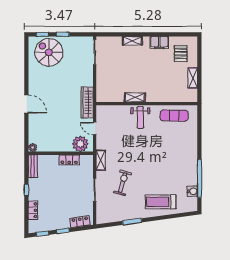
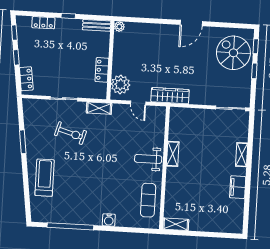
spiral stairs: (49, 52) -> (233, 53), turned -90
pallet: (181, 54) -> (223, 212), removed
shelving: (193, 78) -> (176, 224), moved
door: (26, 104) -> (191, 23), moved
door: (95, 128) -> (138, 103), swing flipped
water cooler: (192, 191) -> (109, 220), moved

